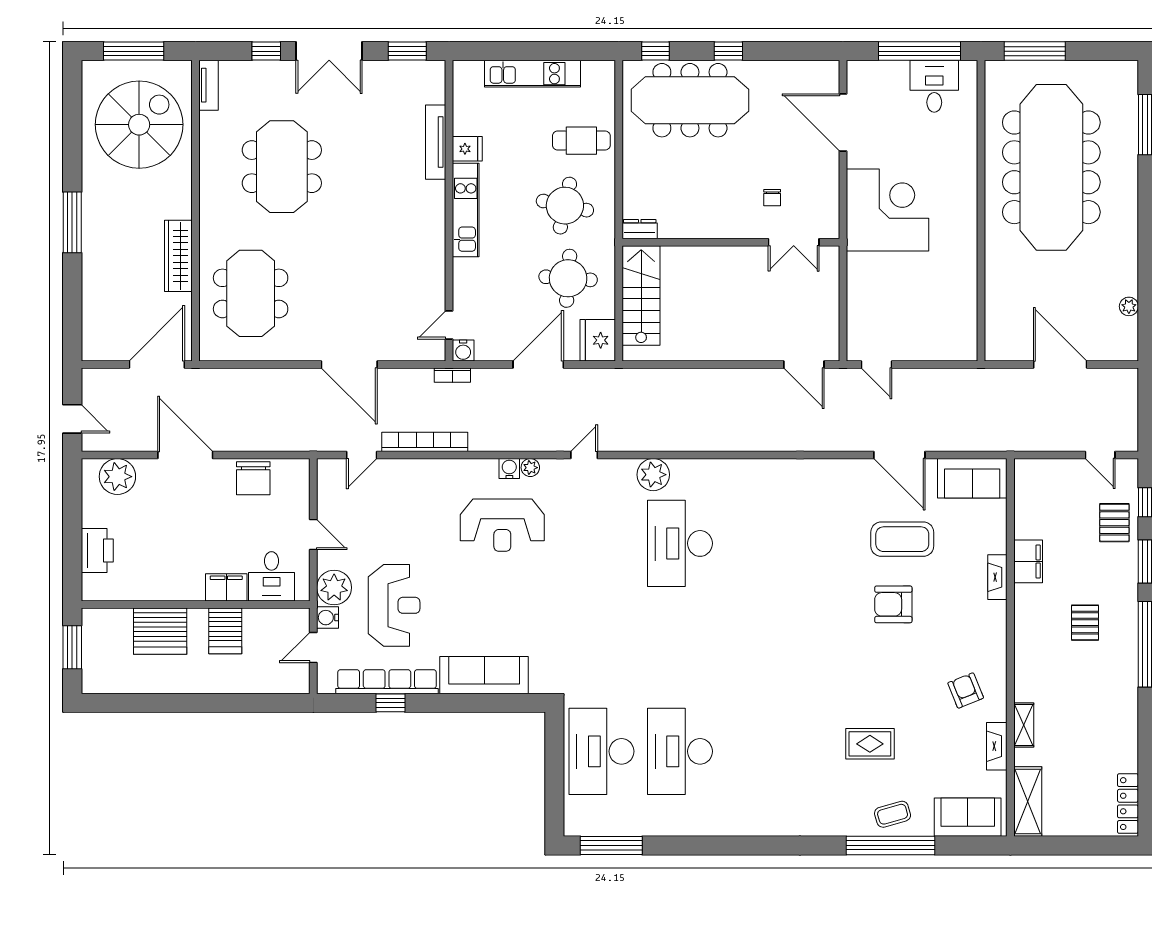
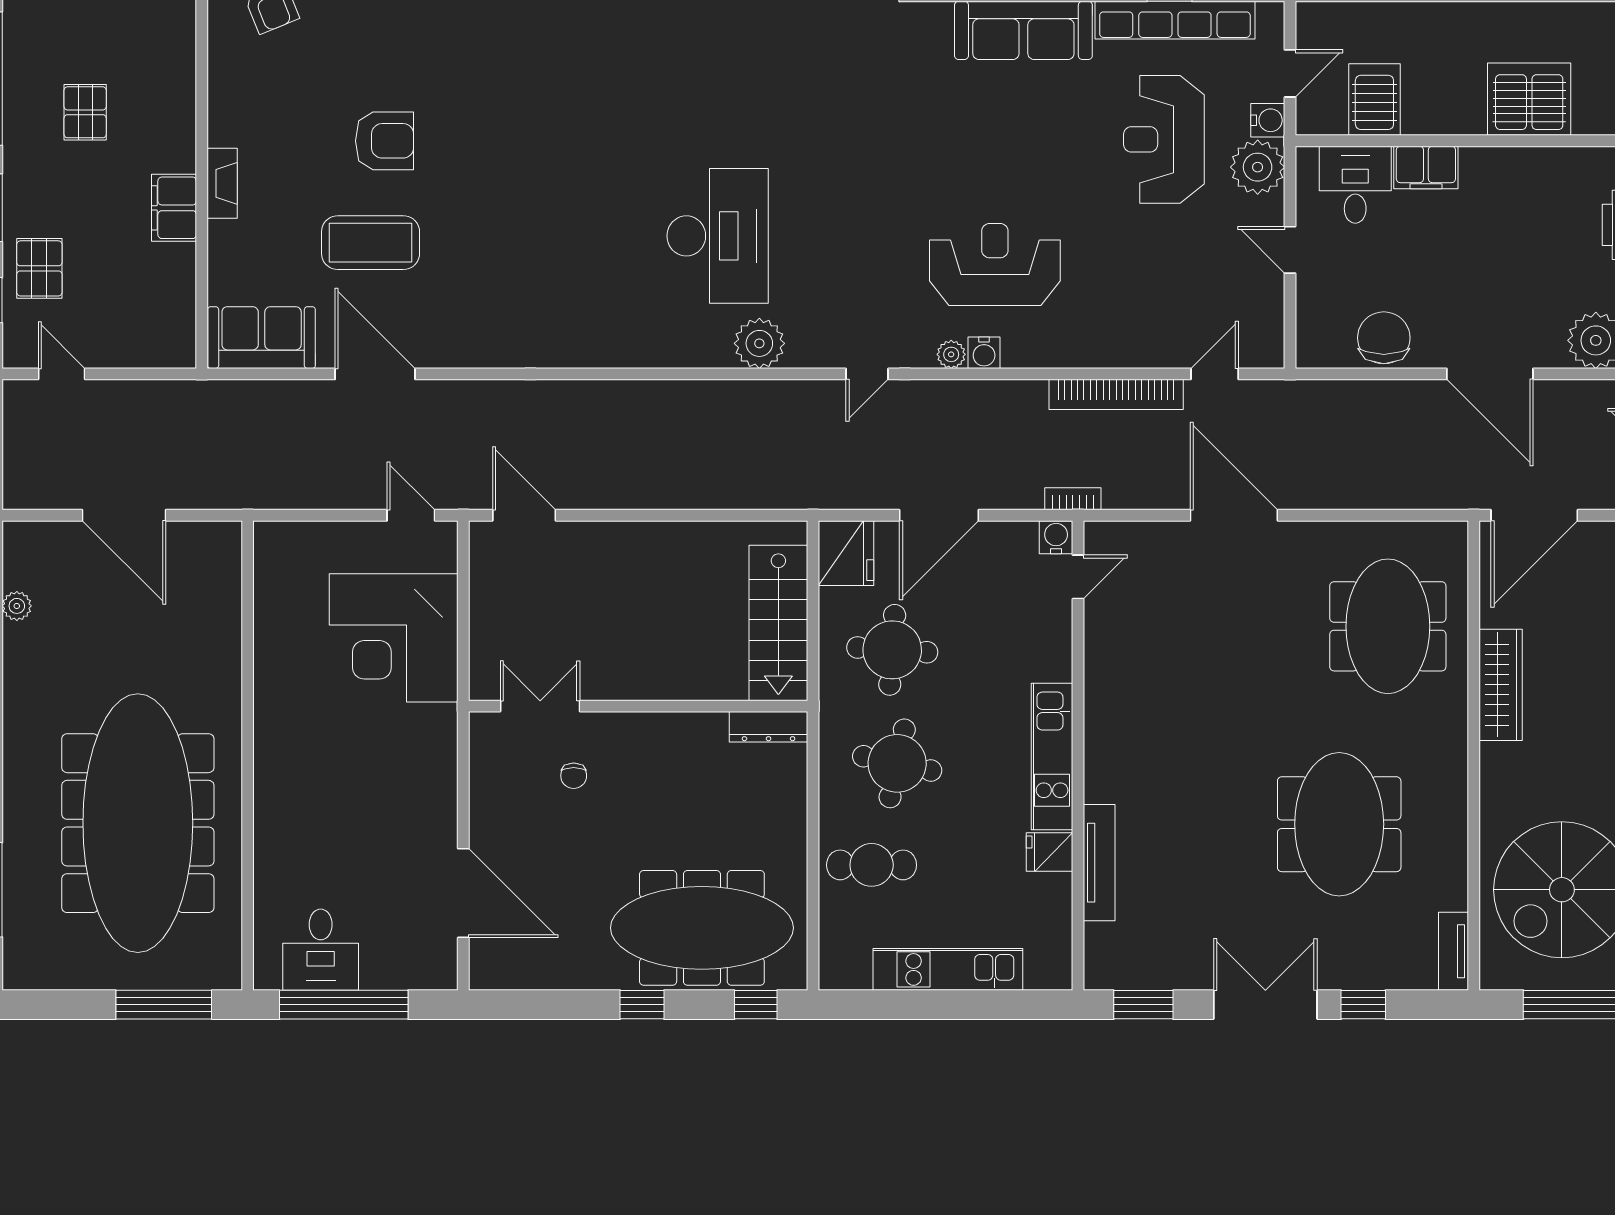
chair: (772, 198) -> (574, 776), turned 180
corner desk: (887, 210) -> (394, 638), moved
dresser: (640, 229) -> (769, 727), width x1.44
server rack: (225, 631) -> (1374, 99), moved

